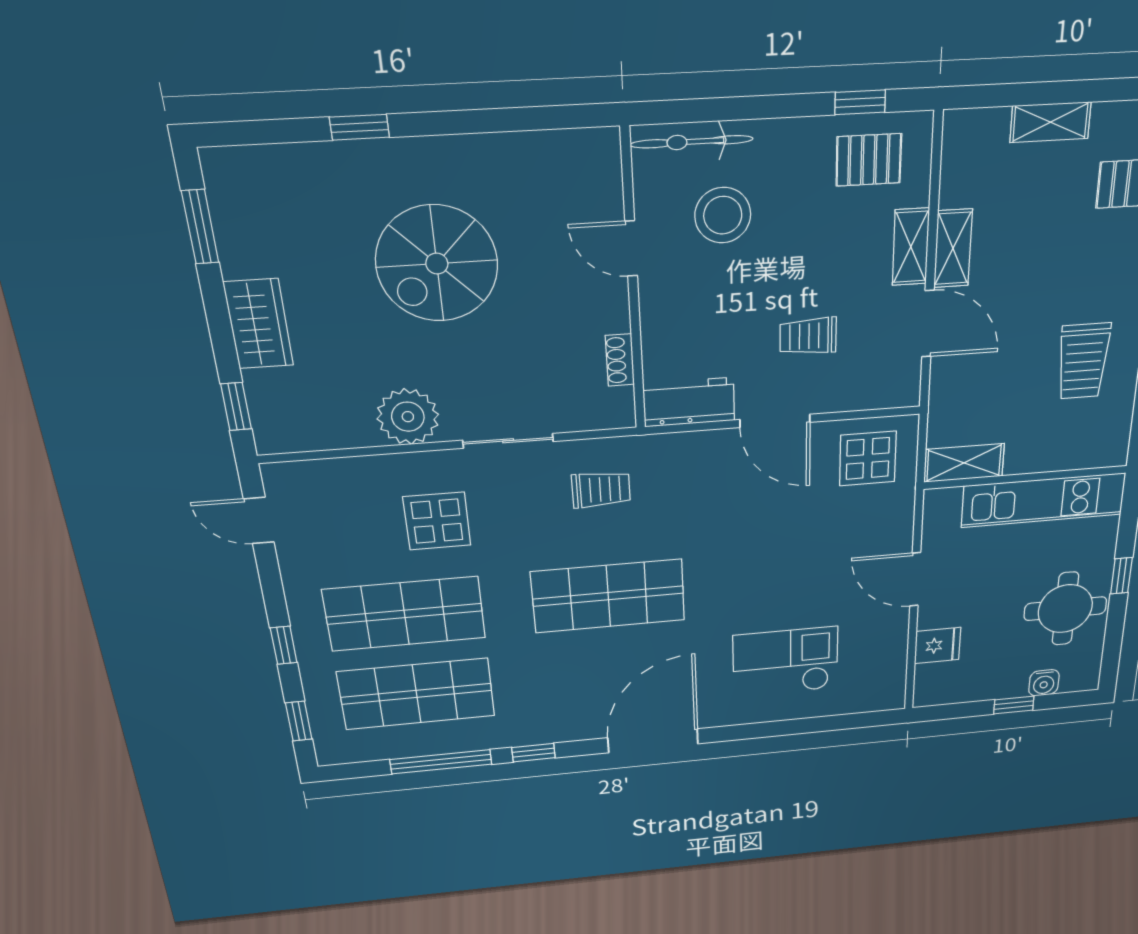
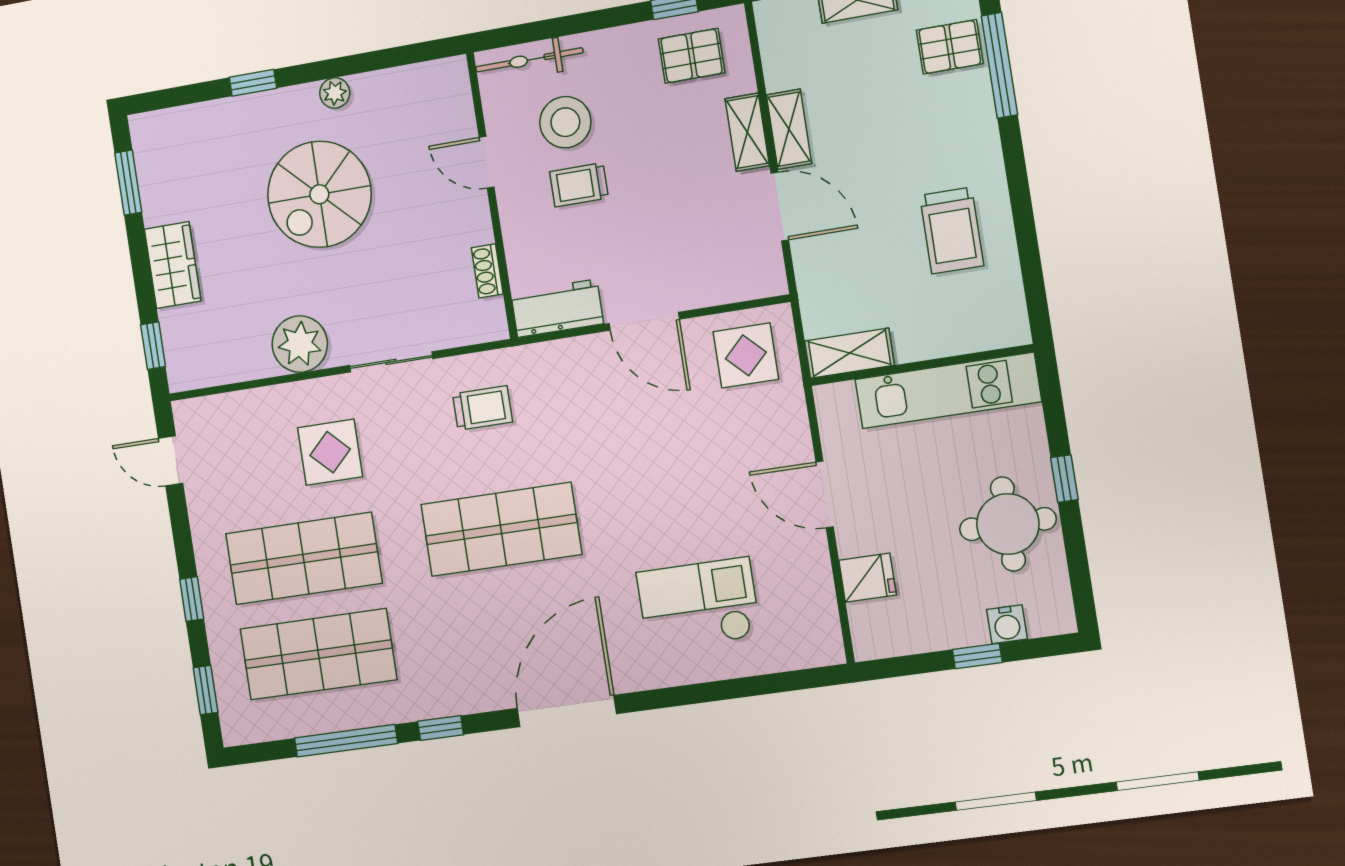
plant: (461, 152) -> (335, 93), added
trolley: (808, 336) -> (579, 185), moved

